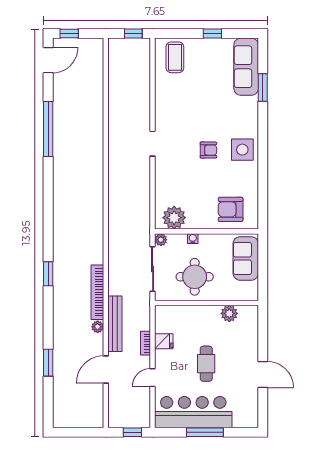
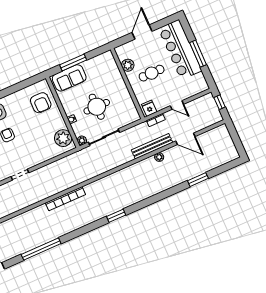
window: (263, 272) -> (73, 62), added
window: (48, 274) -> (116, 216), moved
bookcase: (97, 292) -> (65, 199), moved
wall: (207, 303) -> (127, 84), moved
plant: (229, 313) -> (128, 65), moved
bar counter: (193, 412) -> (180, 50), moved

